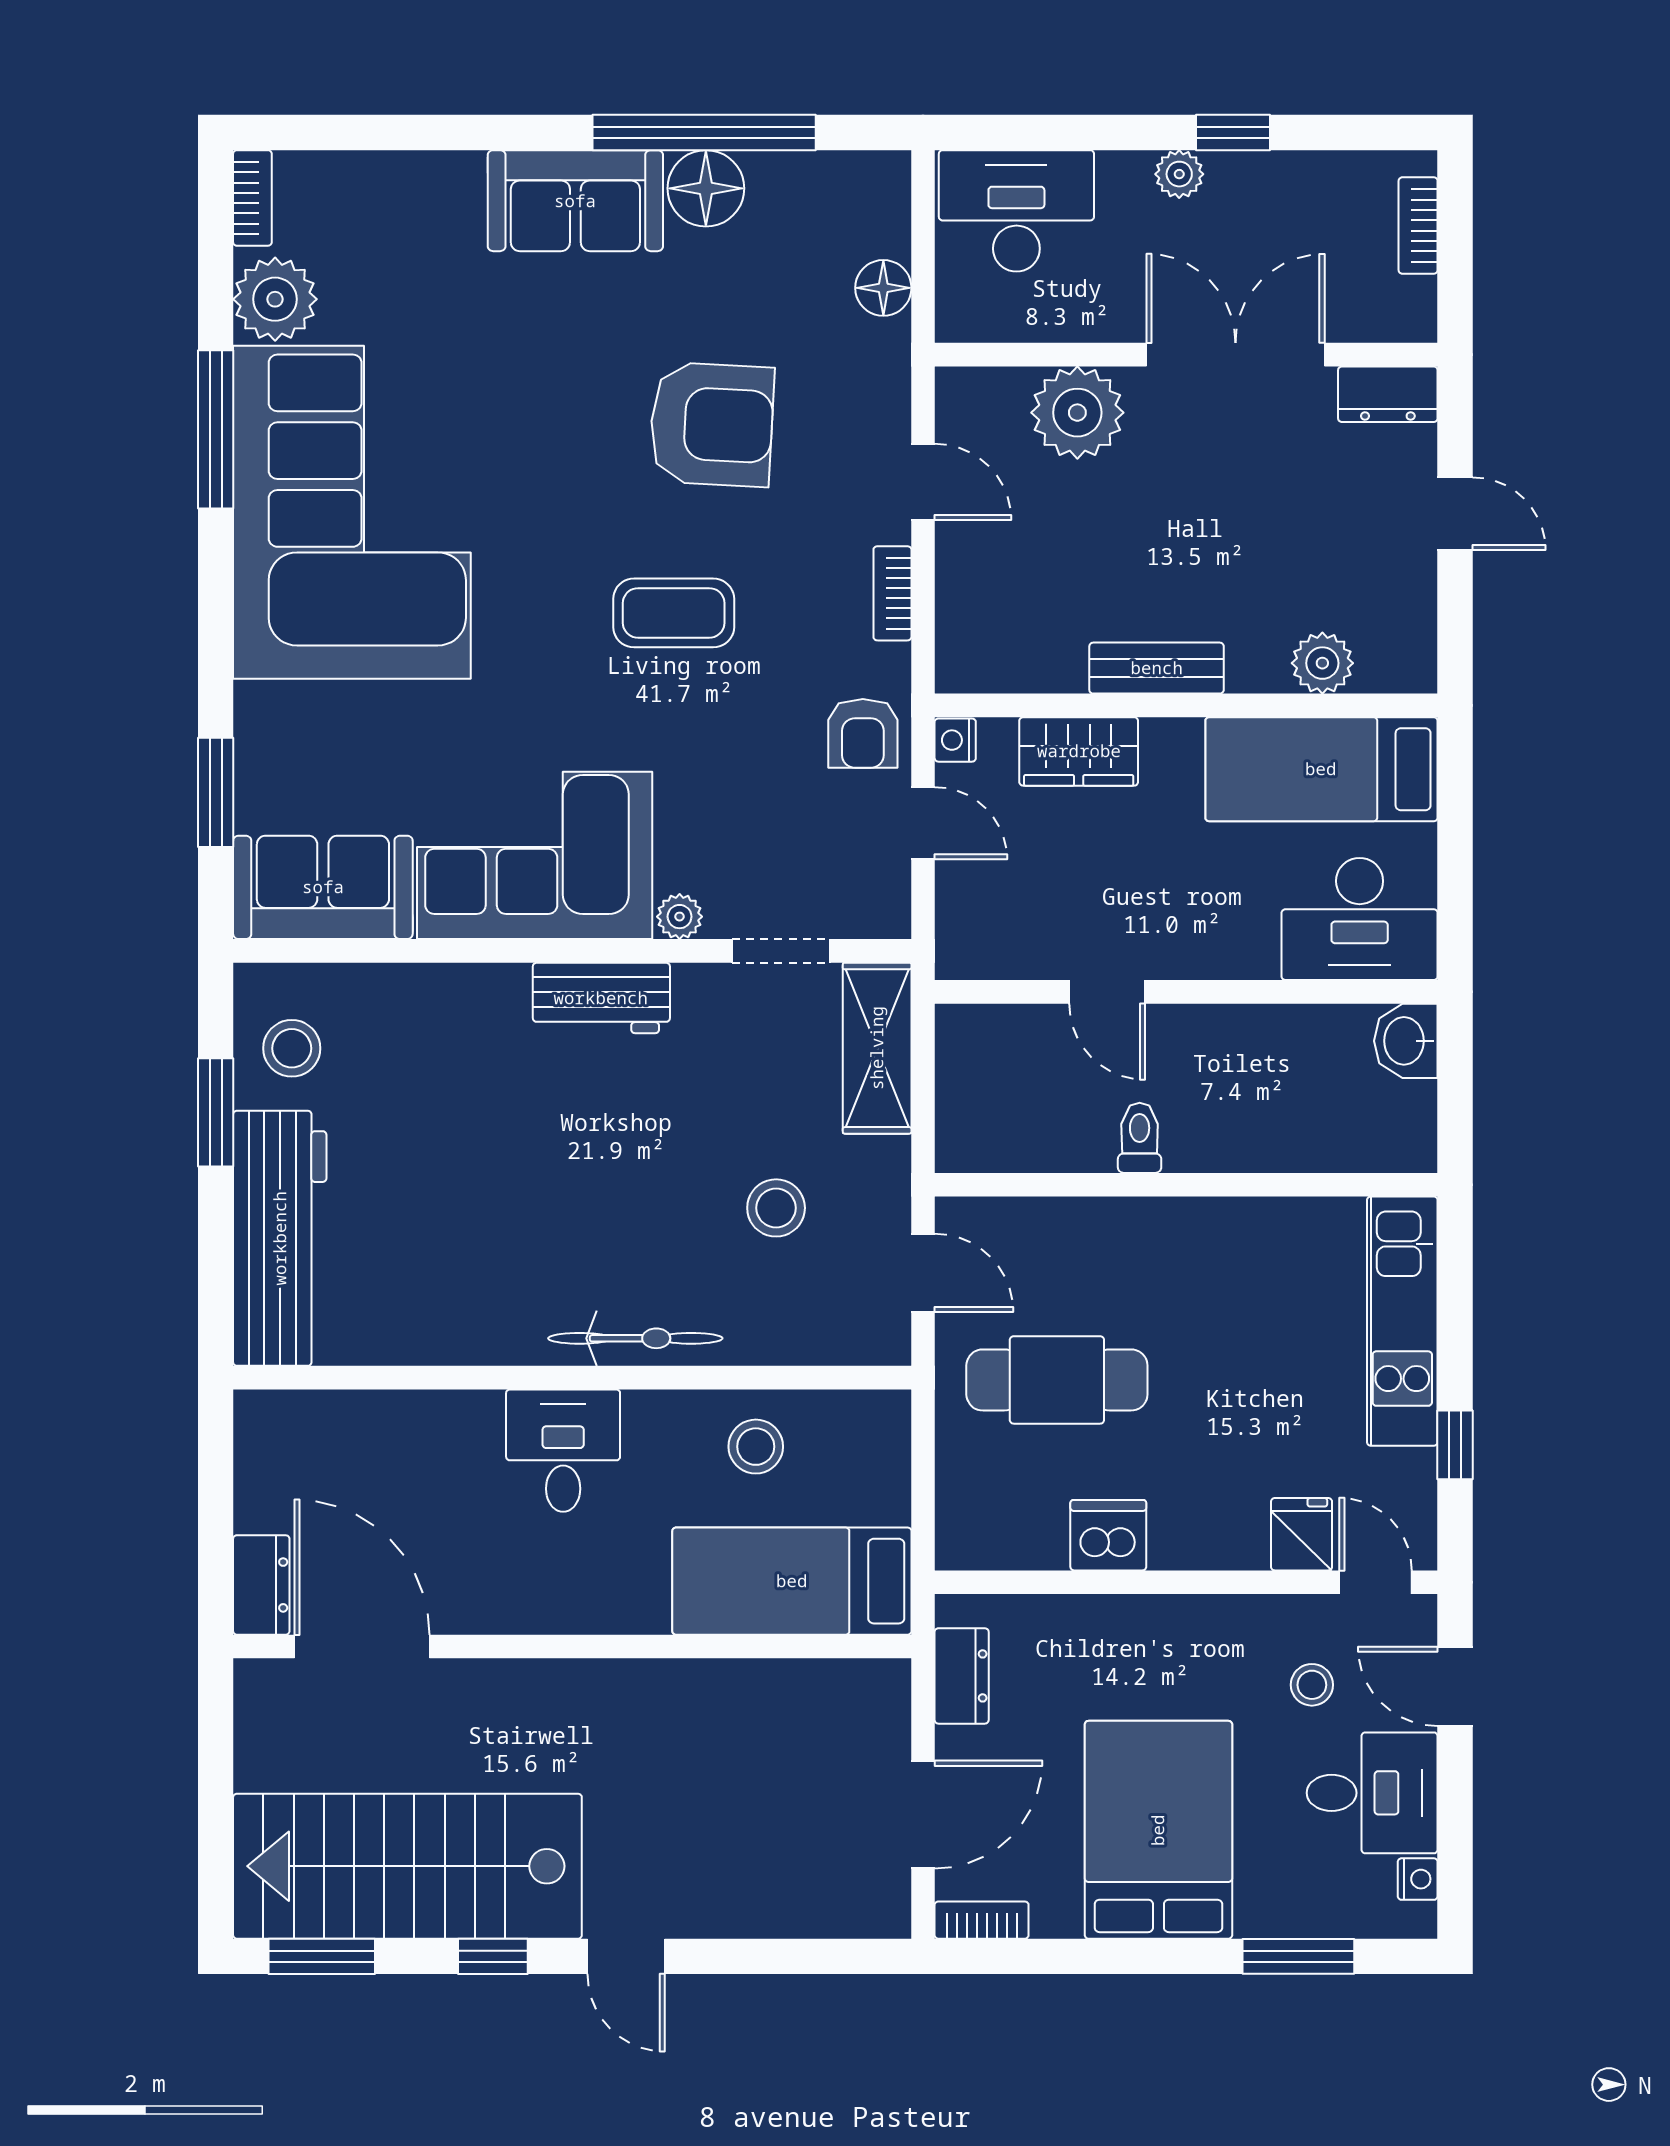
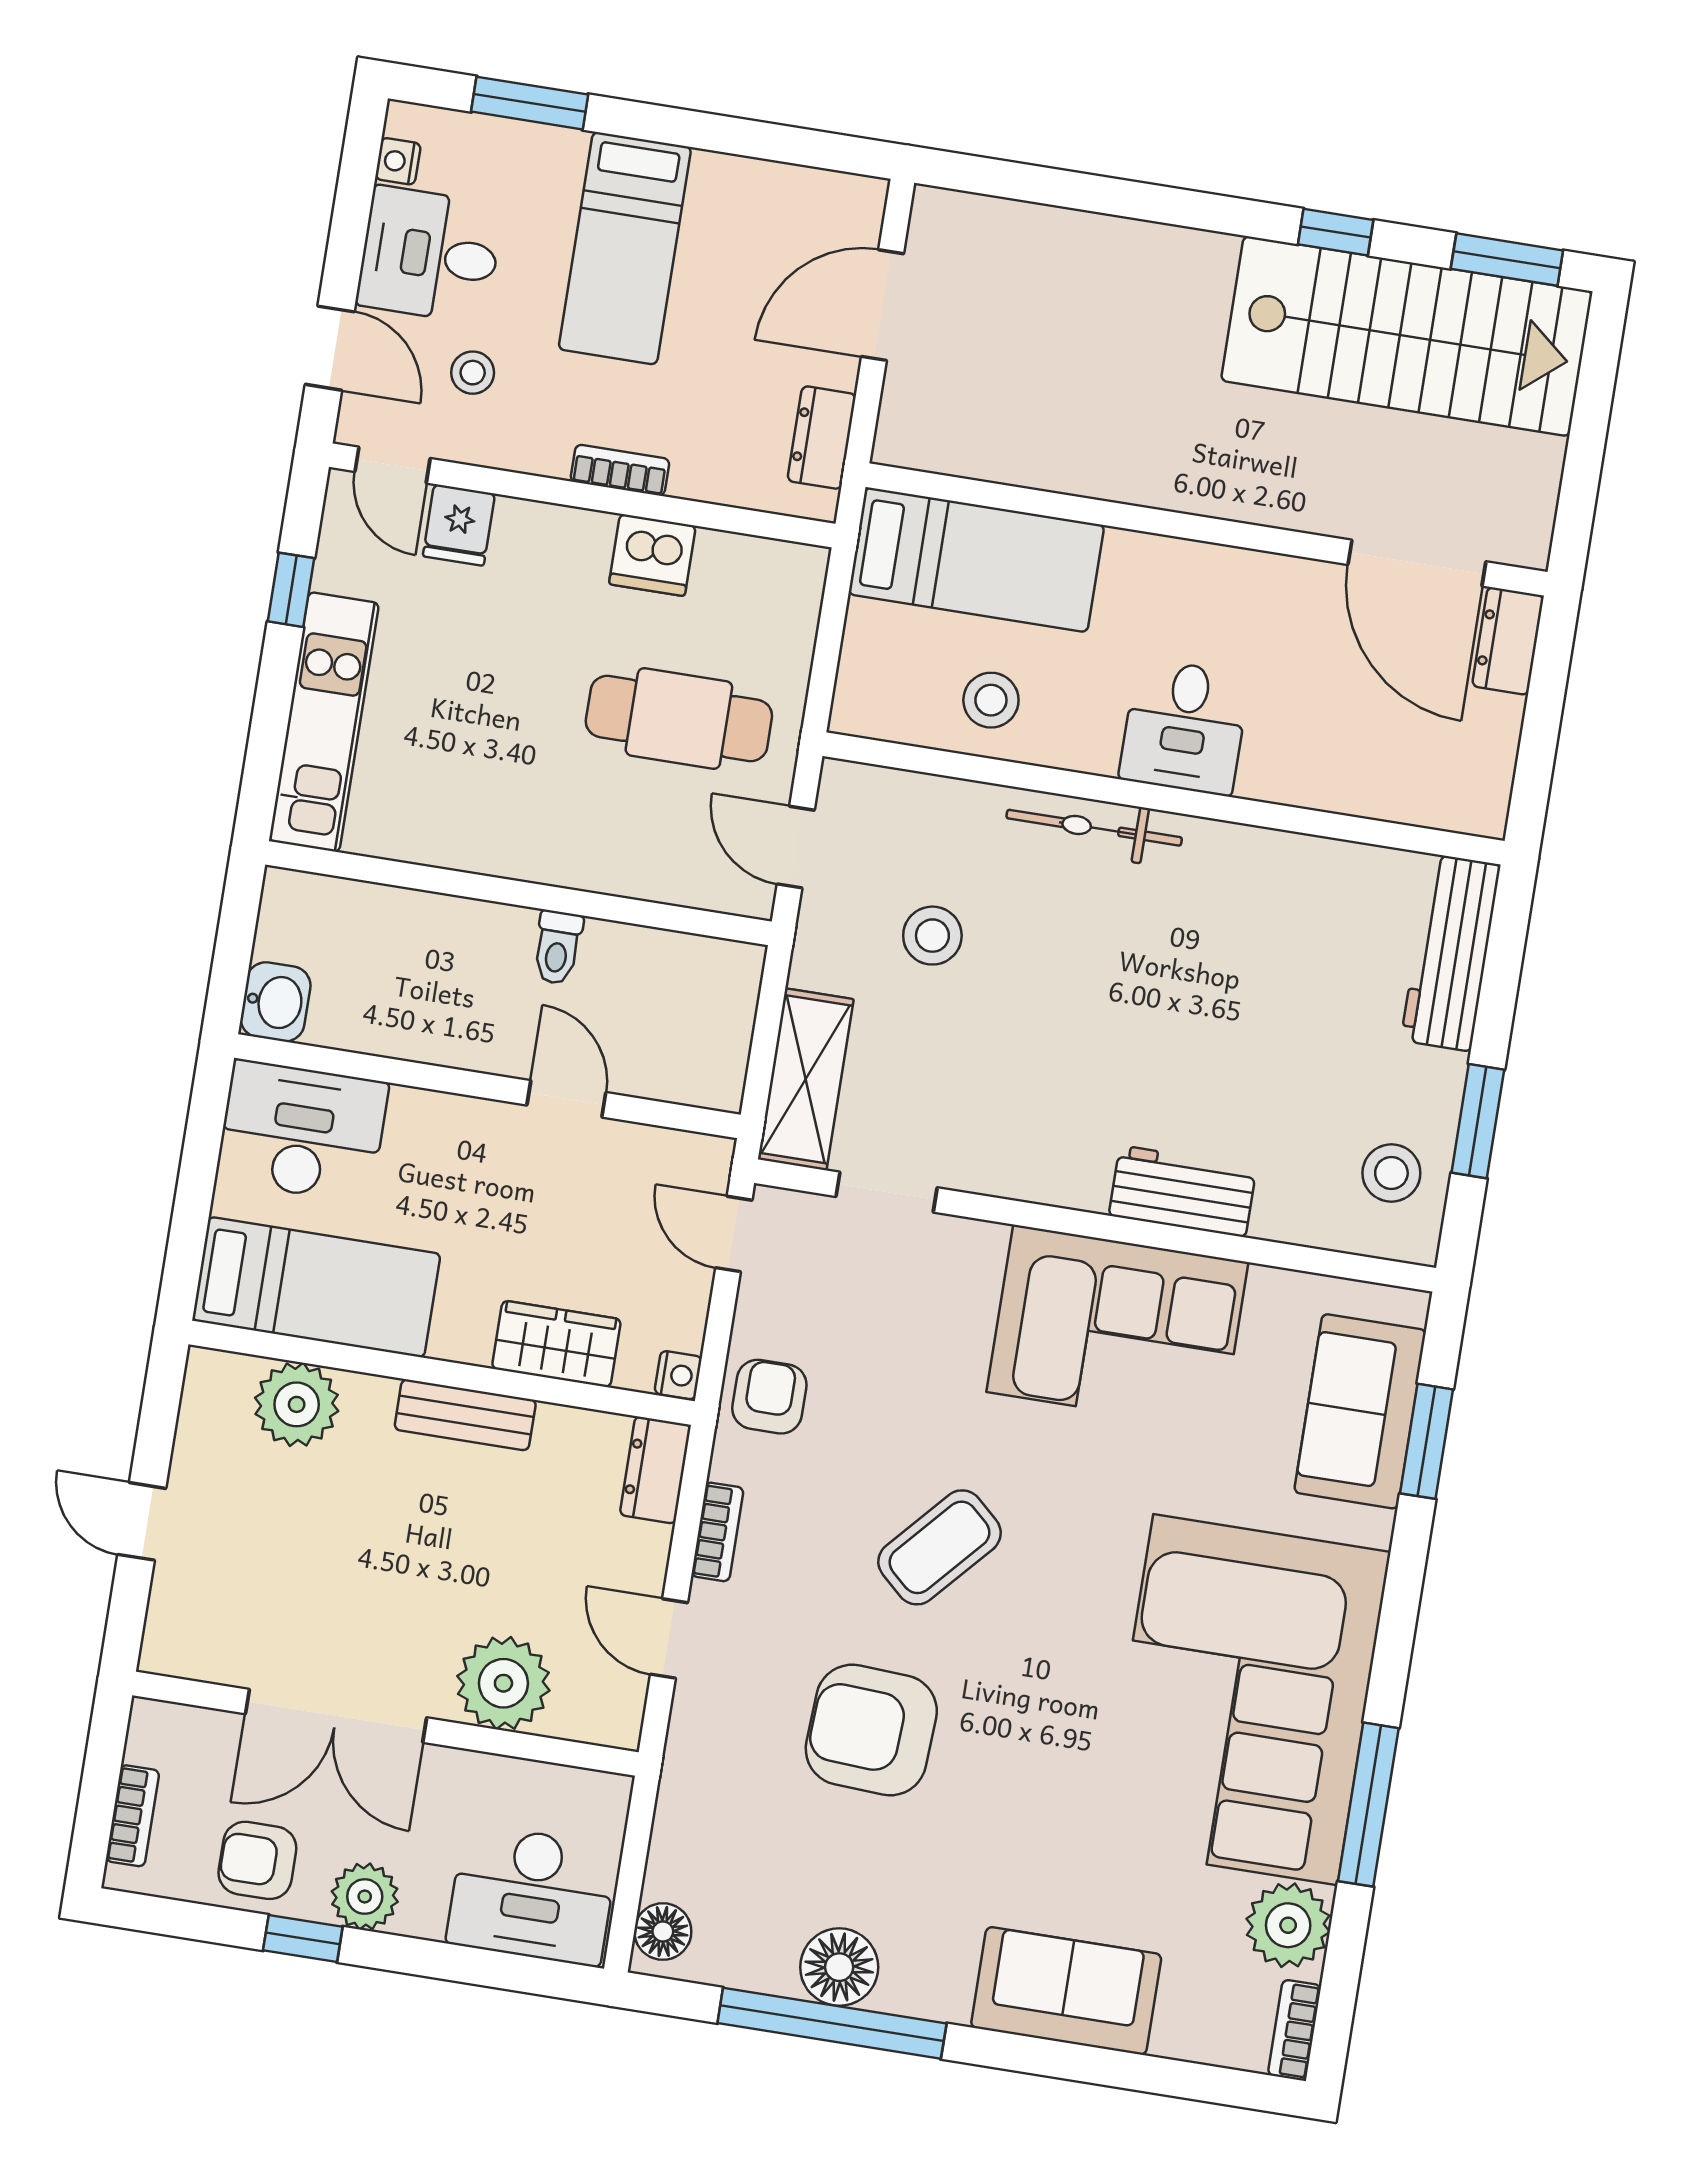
plant: (1179, 174) -> (365, 1897), width x1.38, depth x1.38
sofa: (575, 201) -> (1066, 1991), moved
armchair: (1289, 201) -> (257, 1860), added
floor lamp: (883, 288) -> (663, 1932), moved
dresser: (1388, 394) -> (655, 1470), moved, turned -90
coffee table: (674, 613) -> (940, 1547), turned -48
plant: (1322, 663) -> (297, 1404), width x1.36, depth x1.36
door: (923, 823) -> (734, 1234), moved
sofa: (323, 887) -> (1360, 1411), moved, turned 90
plant: (680, 917) -> (982, 1243), removed
workbench: (601, 998) -> (1183, 1191), moved
workbench: (280, 1238) -> (1451, 953), width x0.73, depth x0.76
bed: (1158, 1830) -> (625, 248), width x0.67
bookcase: (982, 1920) -> (620, 470), moved, turned 180
door: (626, 1956) -> (1202, 211), removed

